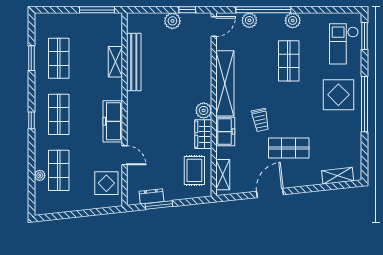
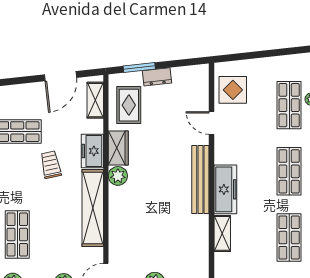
bench: (134, 62) -> (200, 179), moved
freezer: (113, 121) -> (225, 189), moved
door: (270, 193) -> (60, 76), moved
dresser: (151, 196) -> (157, 77), moved
window: (159, 205) -> (139, 68), moved

